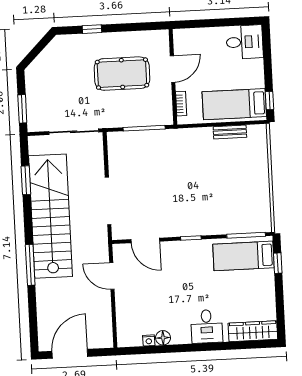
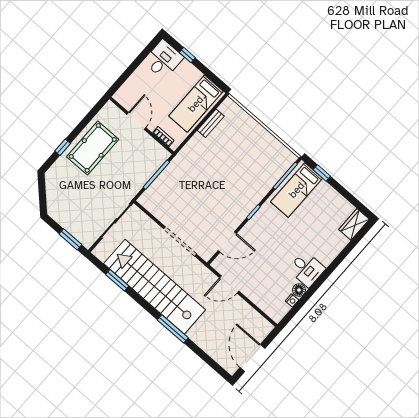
pool table: (122, 74) -> (93, 148), moved
window: (270, 101) -> (187, 55), moved
desk: (207, 326) -> (307, 269), moved
wardrobe: (253, 331) -> (354, 224), width x0.67

